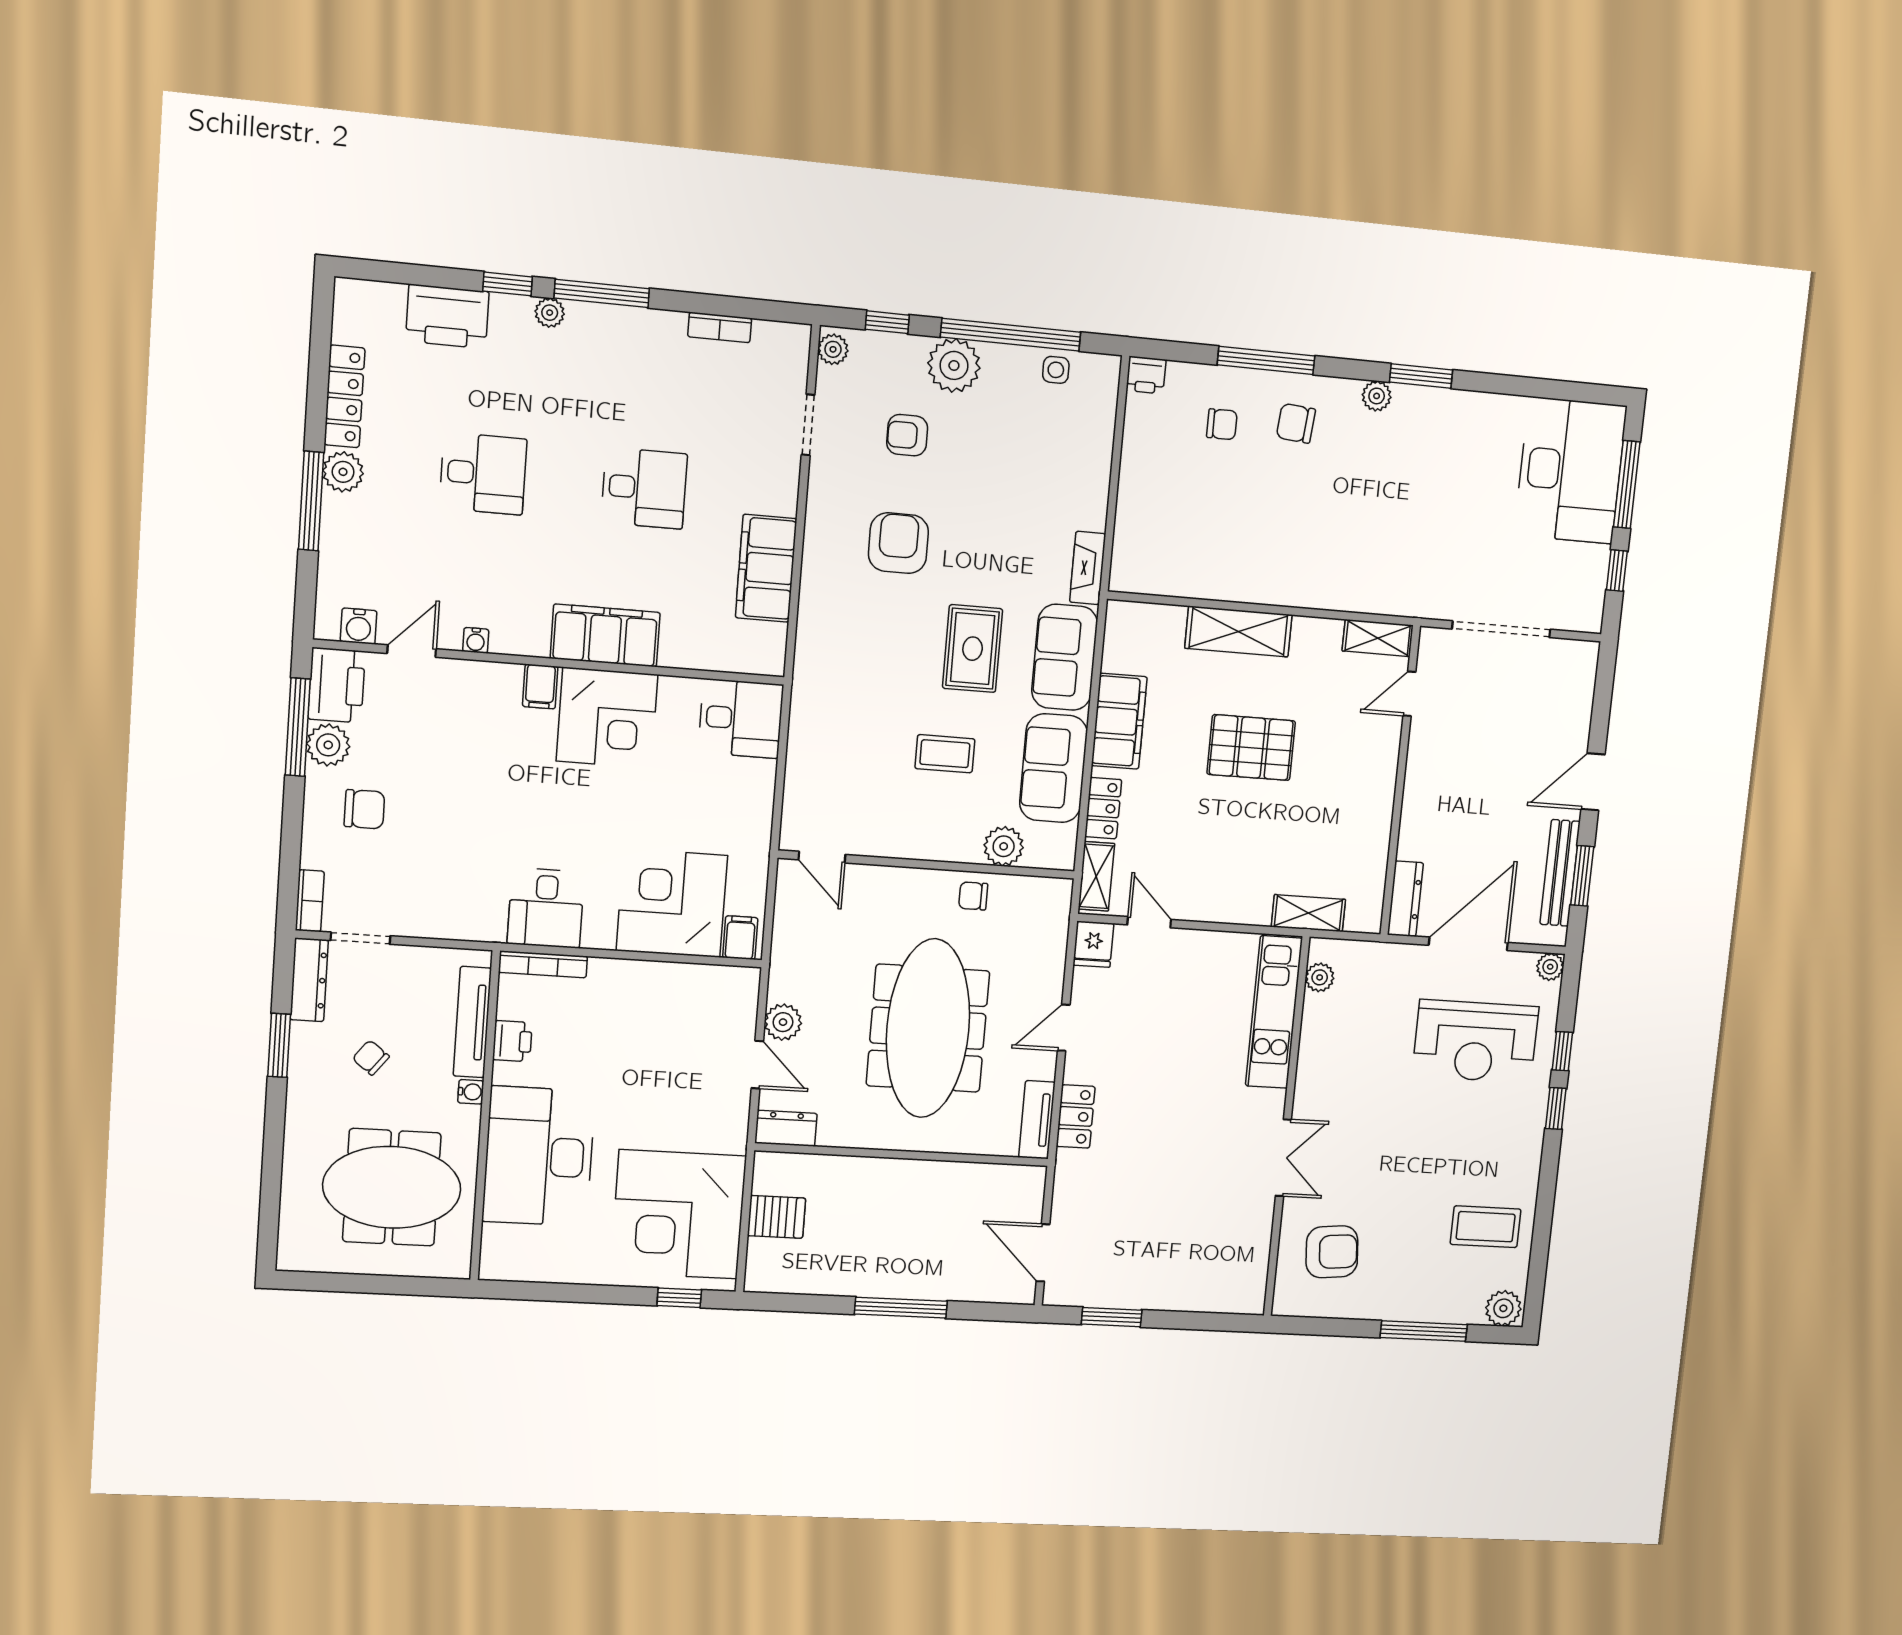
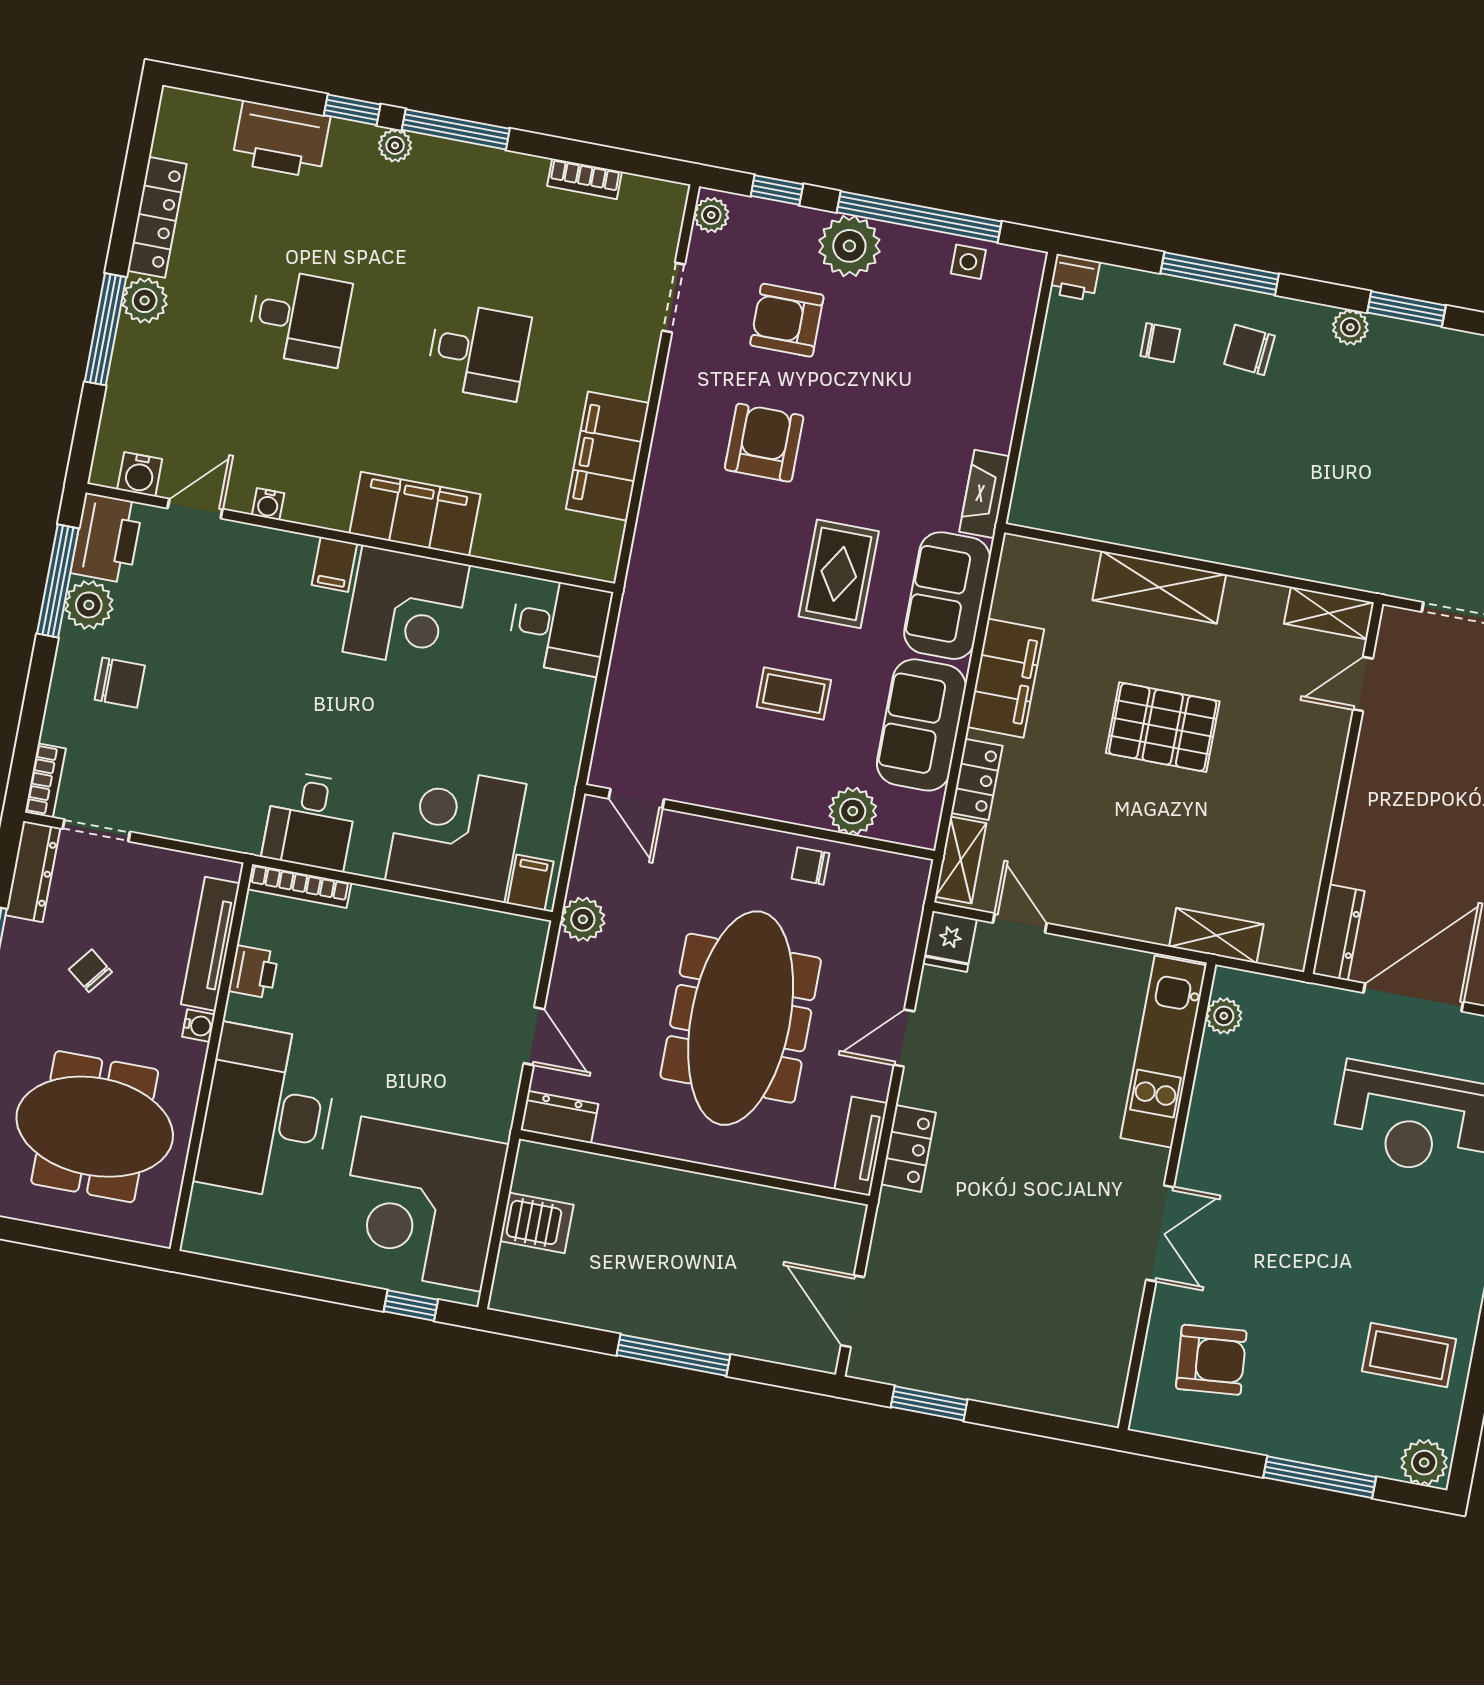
armchair: (907, 435) -> (787, 320), width x1.38, depth x1.38
plant: (783, 1022) -> (583, 919), moved

